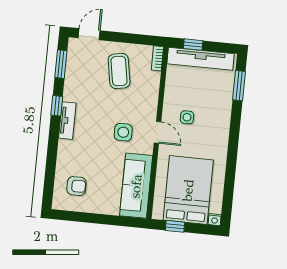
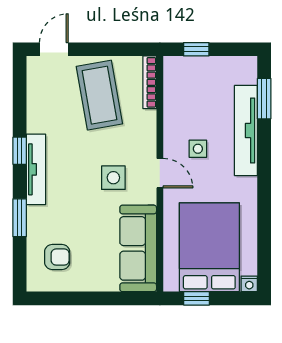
bookcase: (157, 58) -> (150, 82), width x1.56
tv unit: (201, 59) -> (246, 131), moved, turned 90
window: (61, 64) -> (20, 218), moved
coffee table: (119, 71) -> (99, 95), width x1.36, depth x1.32
tv unit: (67, 121) -> (36, 169), width x1.41

